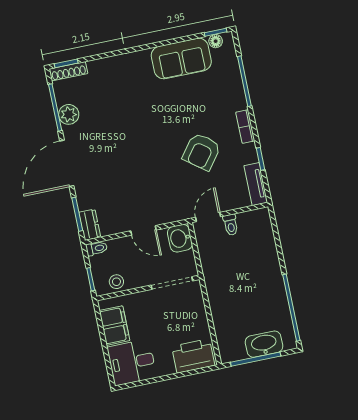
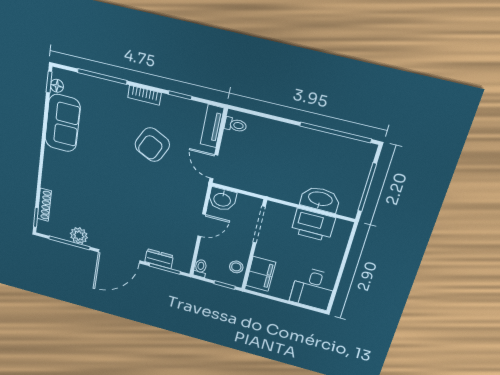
shoe rack: (68, 71) -> (44, 205), moved
armchair: (202, 152) -> (152, 145), turned 79
door: (67, 163) -> (119, 256), hinge flipped
tv unit: (256, 184) -> (212, 126), moved, turned 90
dresser: (90, 225) -> (159, 259), moved
toilet: (231, 225) -> (236, 125), moved
filing cabinet: (114, 326) -> (261, 274), moved, turned 90
washbasin: (264, 344) -> (320, 199), moved, turned 90
printer: (193, 356) -> (313, 225), moved, turned -90

